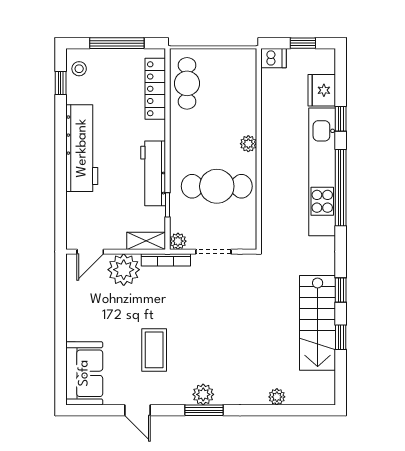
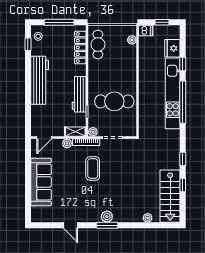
plant: (248, 144) -> (132, 40), moved
plant: (124, 270) -> (67, 143), width x0.53, depth x0.53
stairs: (318, 323) -> (170, 196), moved
coffee table: (154, 350) -> (93, 168), moved
sofa: (84, 373) -> (41, 182), moved, width x1.36

